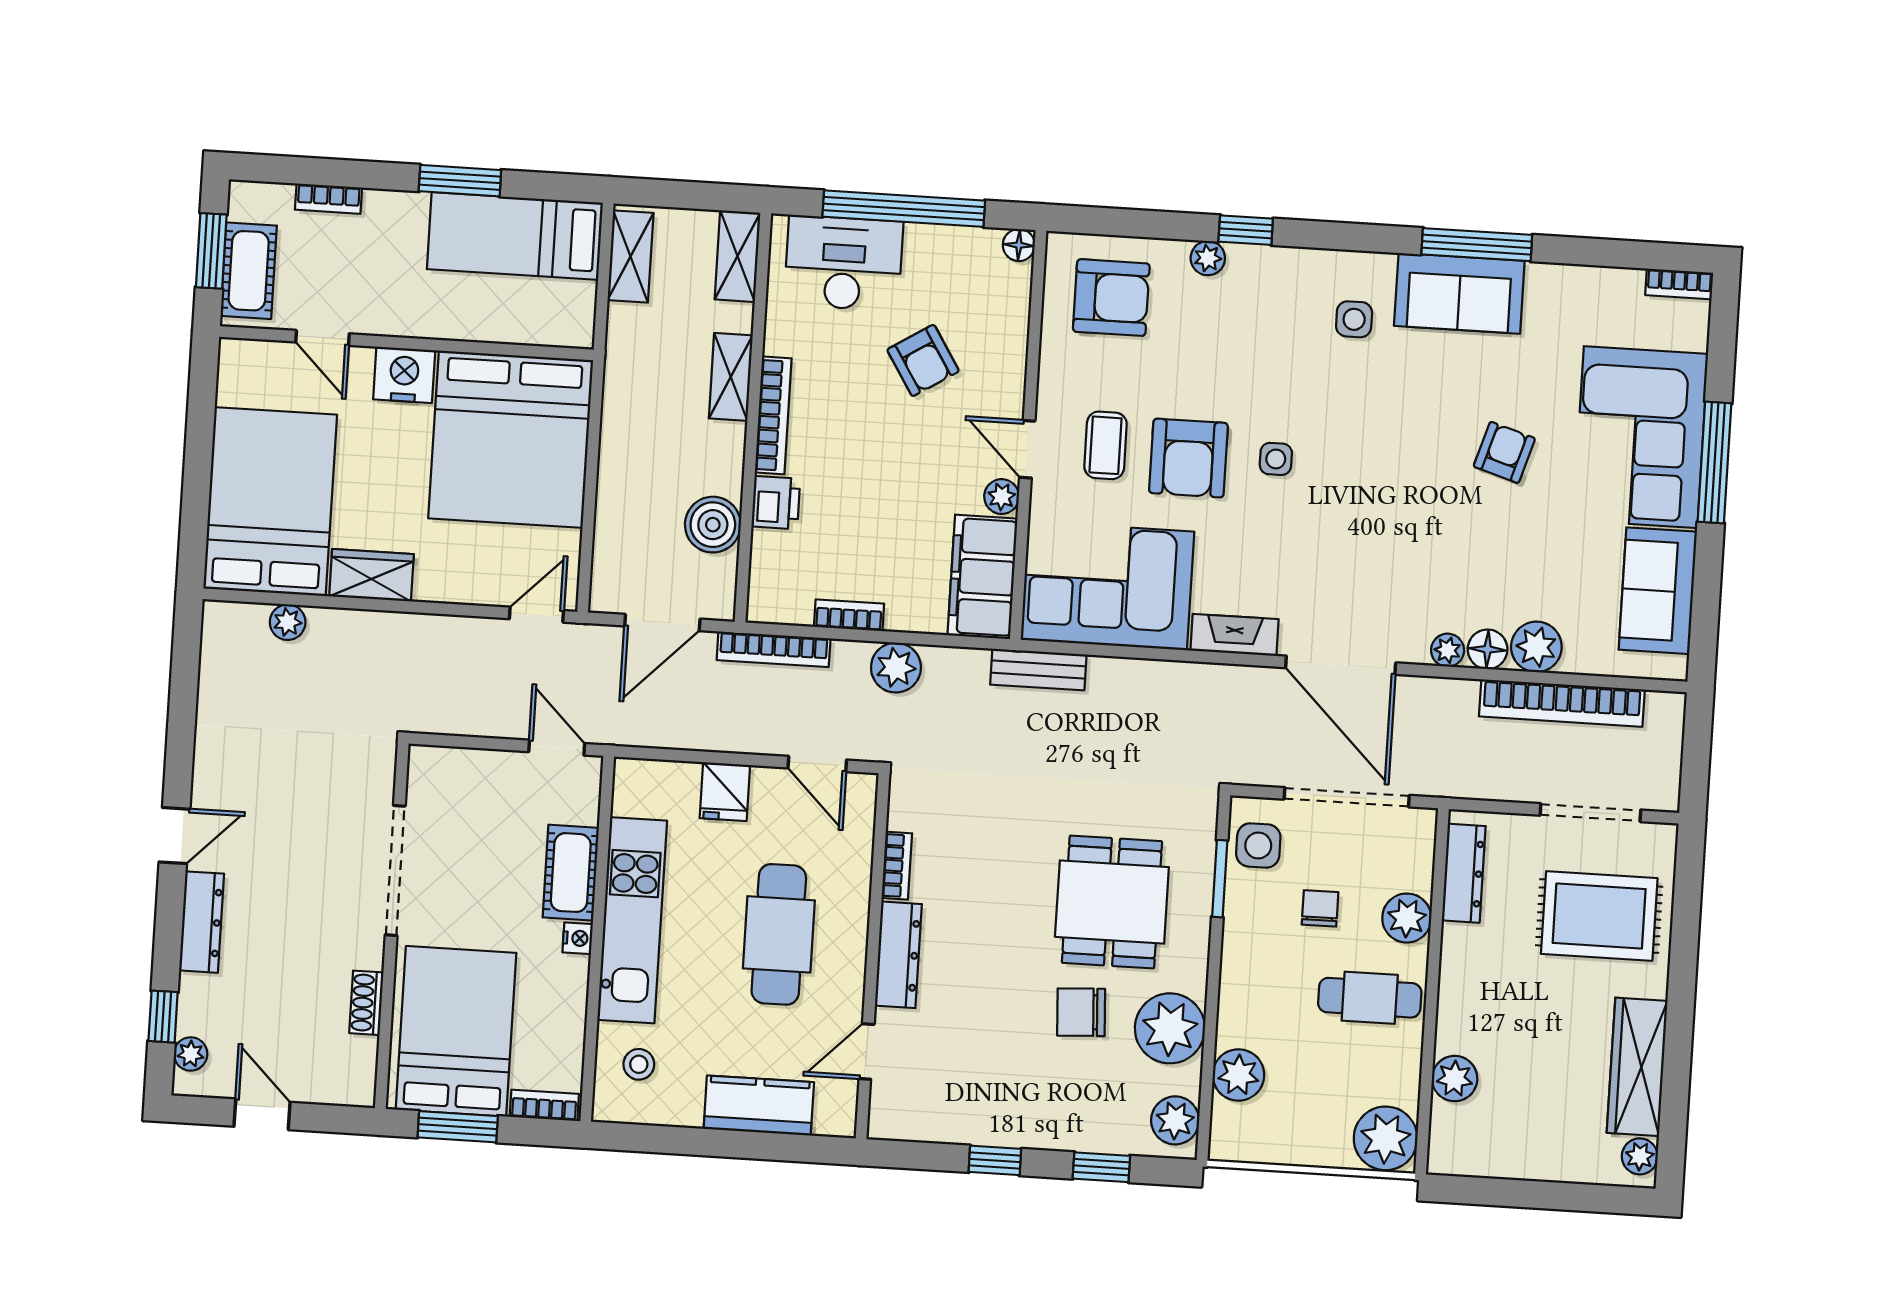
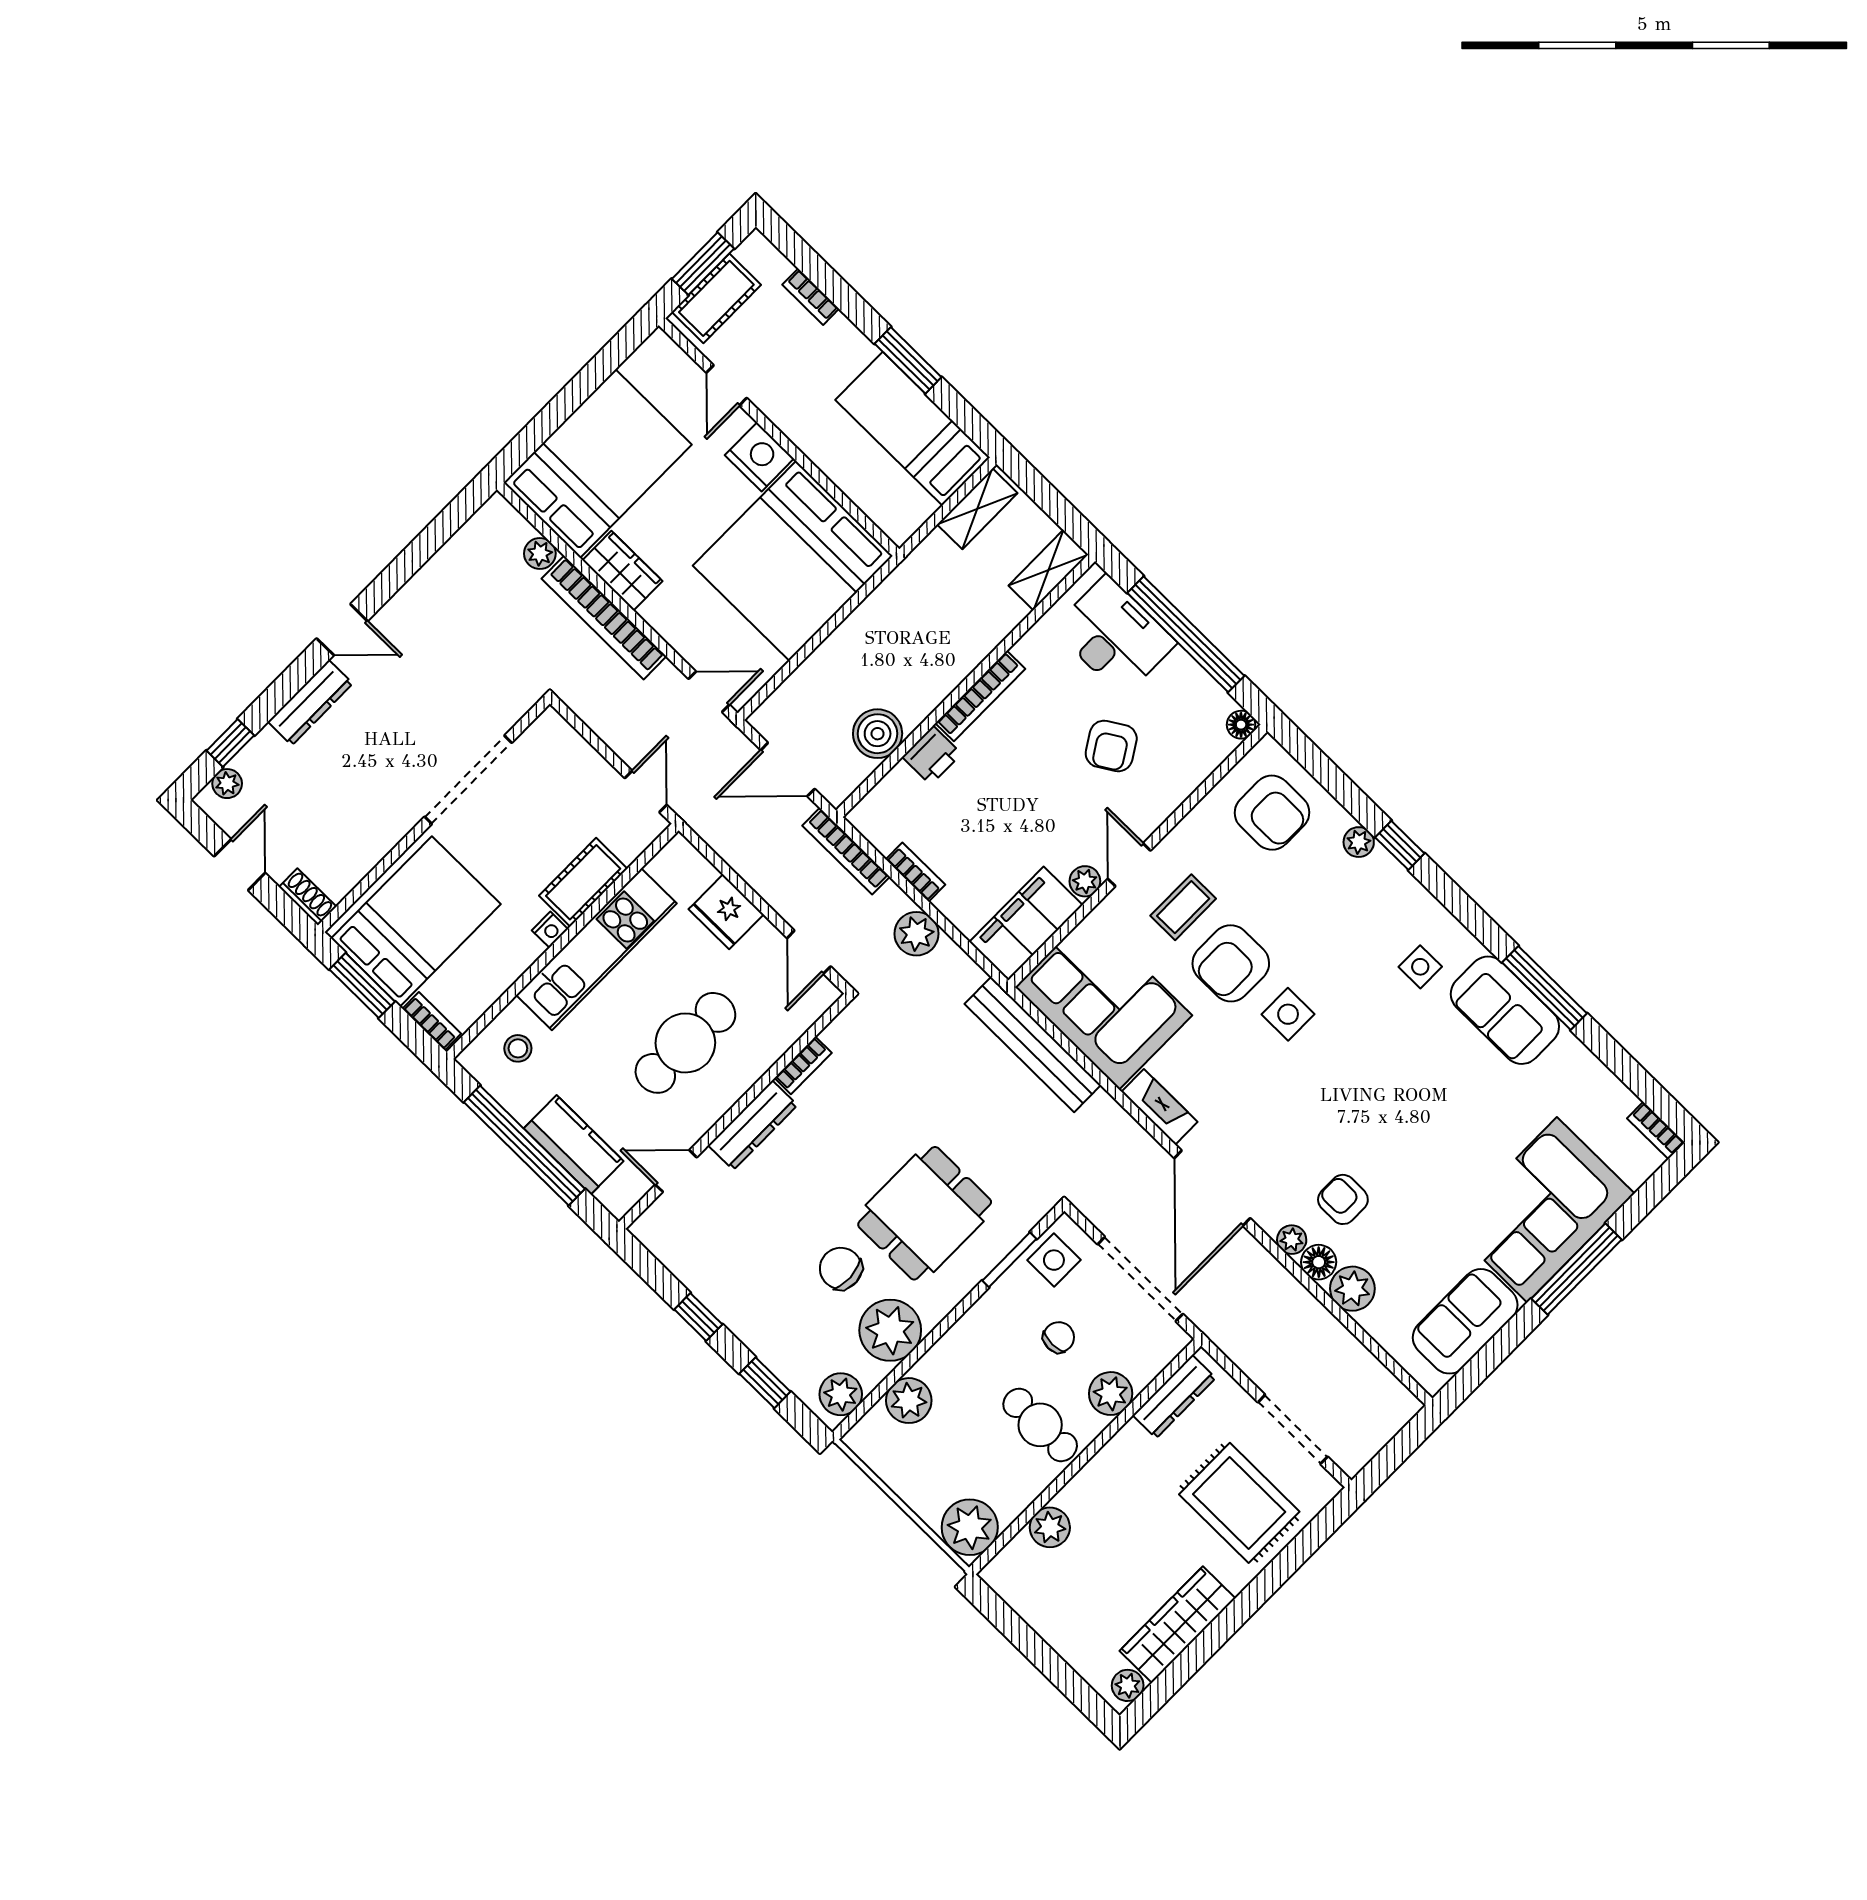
shelving: (731, 377) -> (974, 646), removed
armchair: (1504, 452) -> (1343, 1199), moved, turned -107
side table: (1276, 459) -> (1288, 1014), width x1.37, depth x1.37
bench: (1038, 670) -> (1033, 1044), width x1.86, depth x1.21
bookcase: (1562, 703) -> (604, 618), moved
fridge: (725, 792) -> (726, 912), width x1.38
shoe rack: (366, 1003) -> (308, 897), moved, turned 90
window: (717, 1143) -> (524, 1145), added

